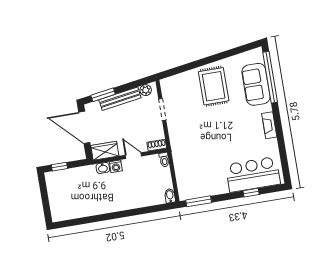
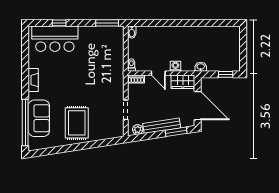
washbasin: (103, 168) -> (201, 67), moved

